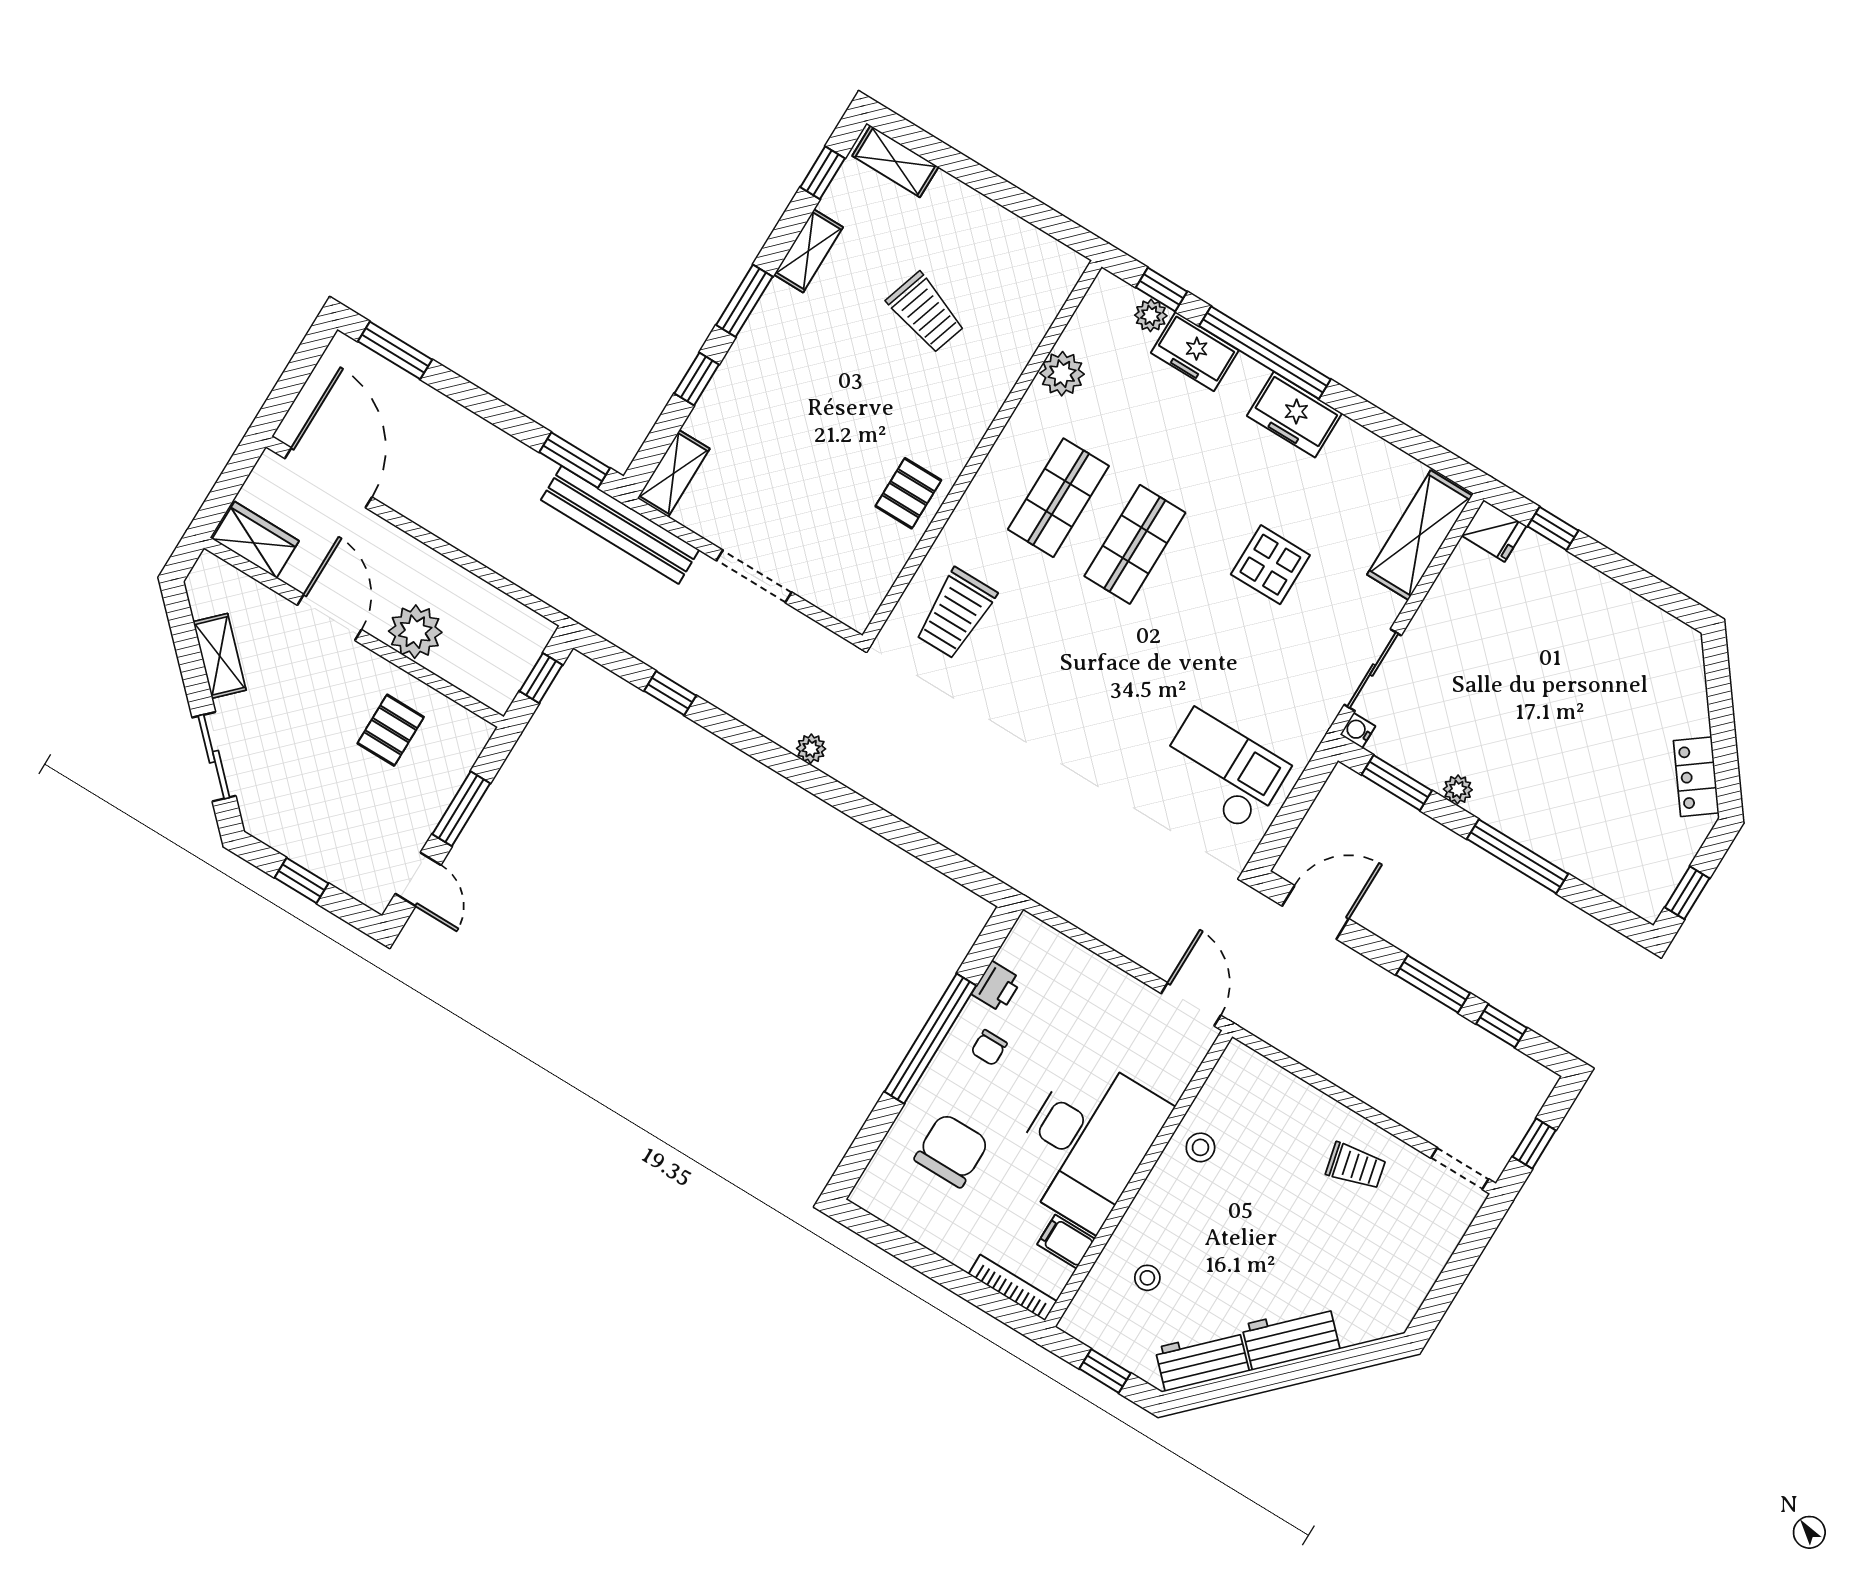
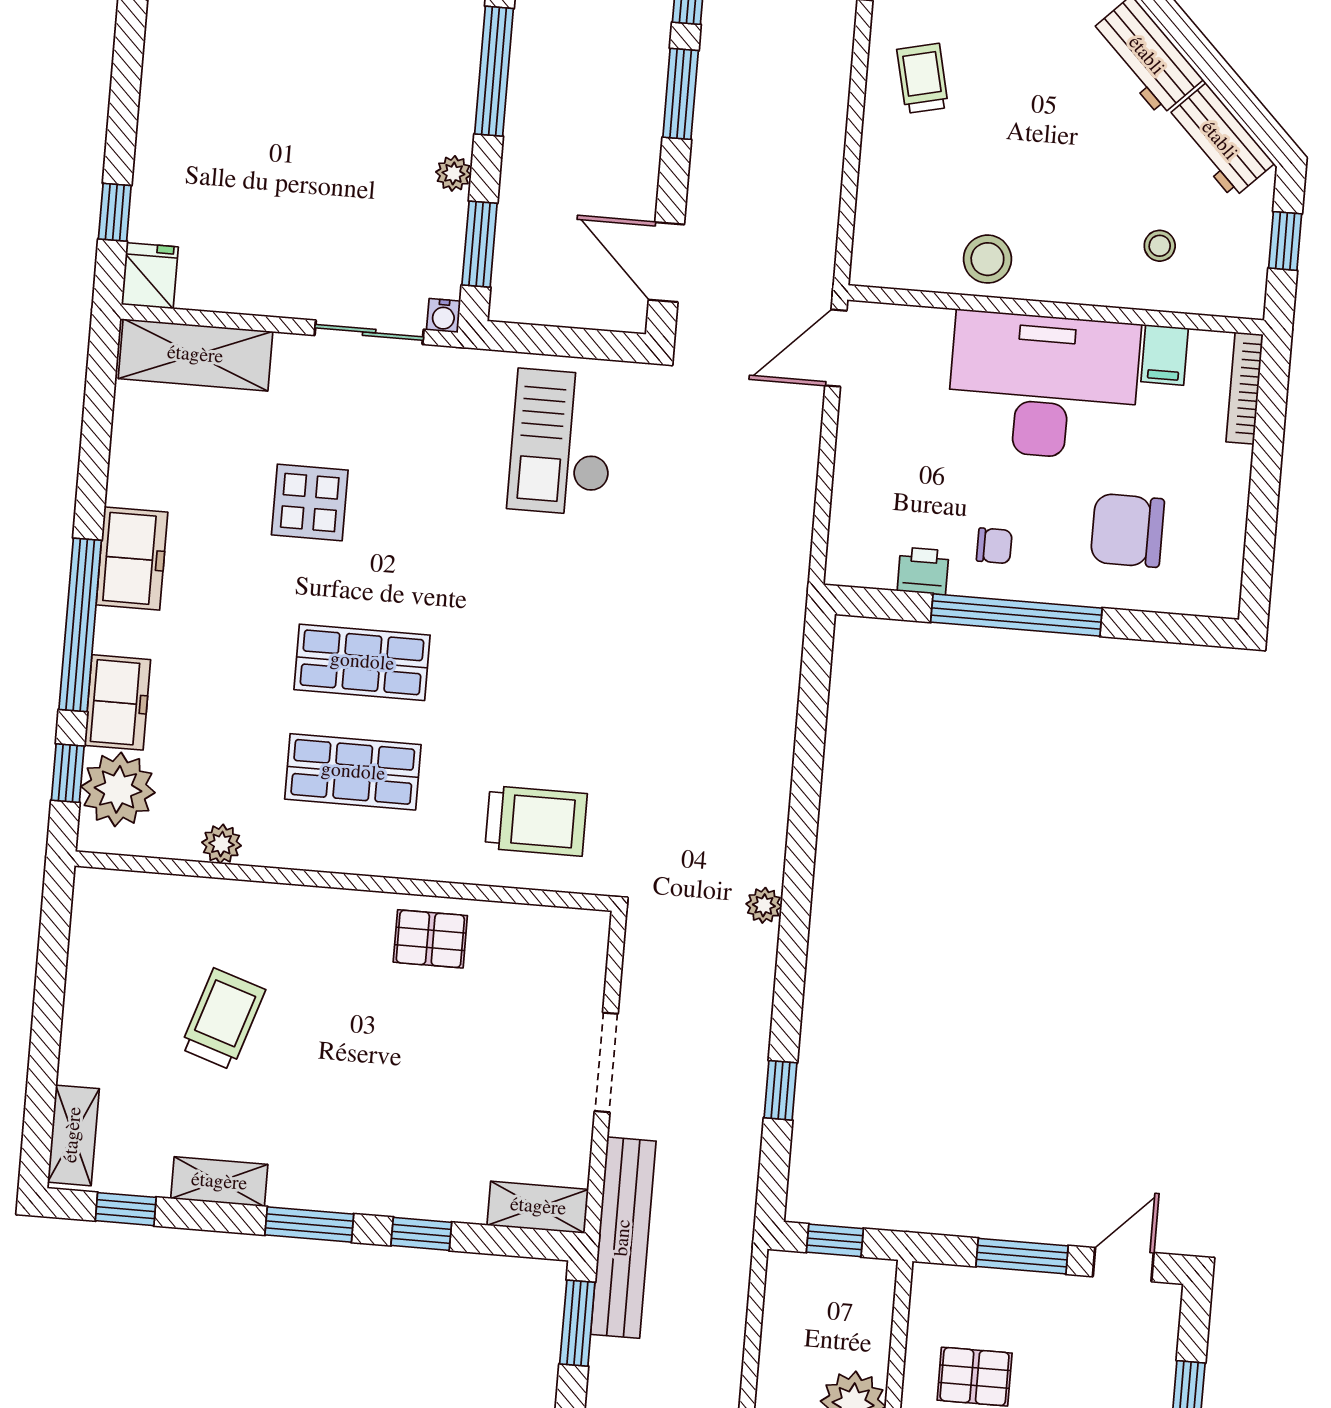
plant: (1151, 315) -> (118, 789), width x1.87, depth x1.87
plant: (1062, 374) -> (221, 844), width x0.73, depth x0.73
stool: (1200, 1147) -> (987, 259), width x1.37, depth x1.37

